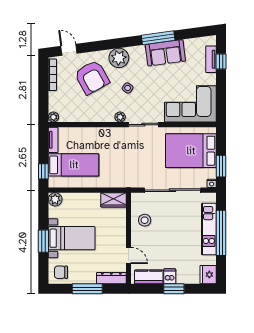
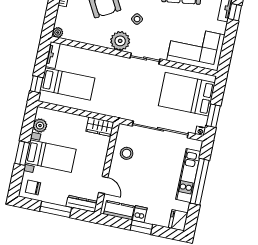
plant: (120, 117) -> (120, 41), width x1.88, depth x1.88
plant: (55, 199) -> (40, 126), moved

